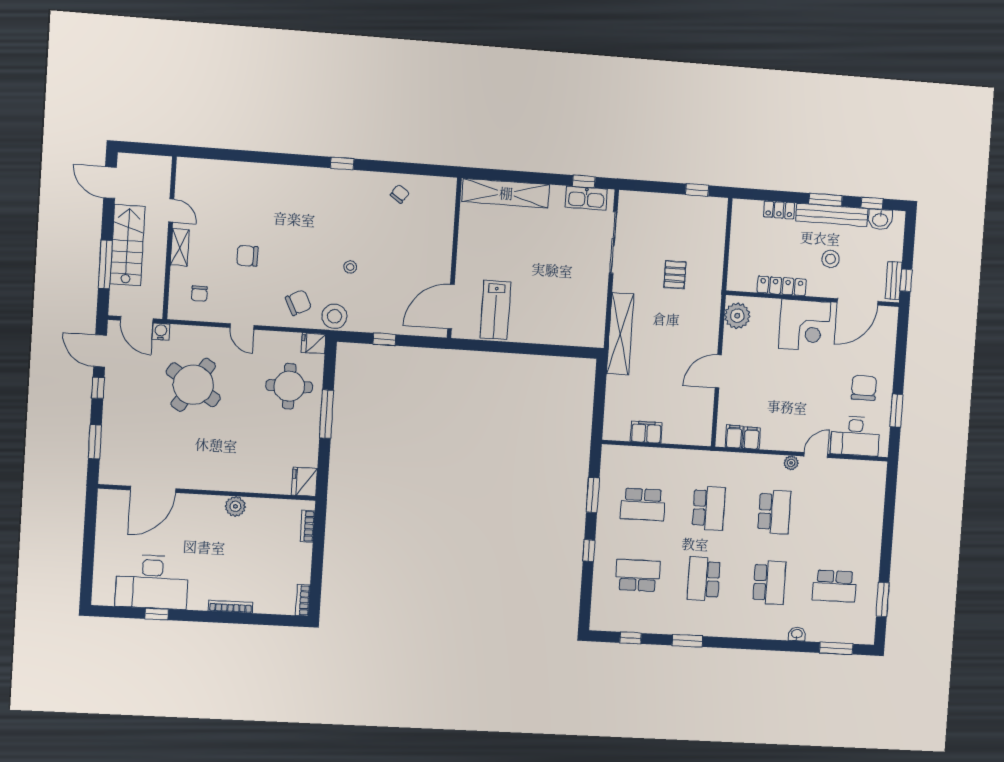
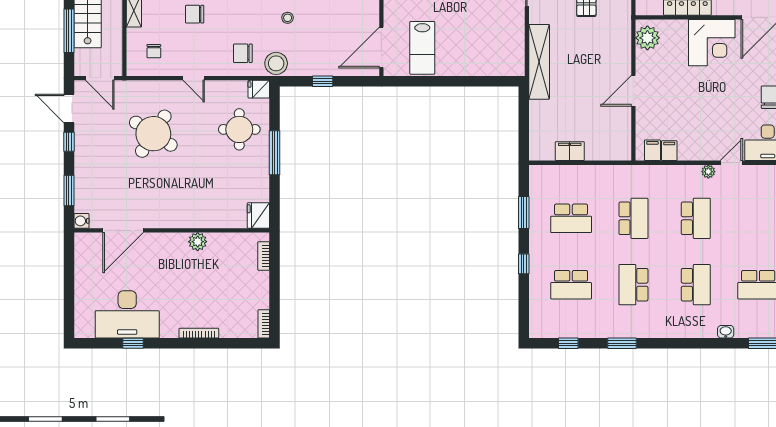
chair: (298, 303) -> (243, 53), turned -153
water cooler: (161, 332) -> (82, 221), moved, turned -90
school desk: (638, 575) -> (571, 285), turned 180

